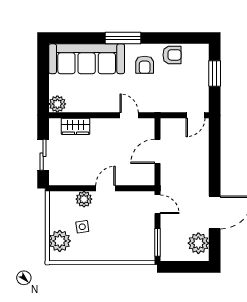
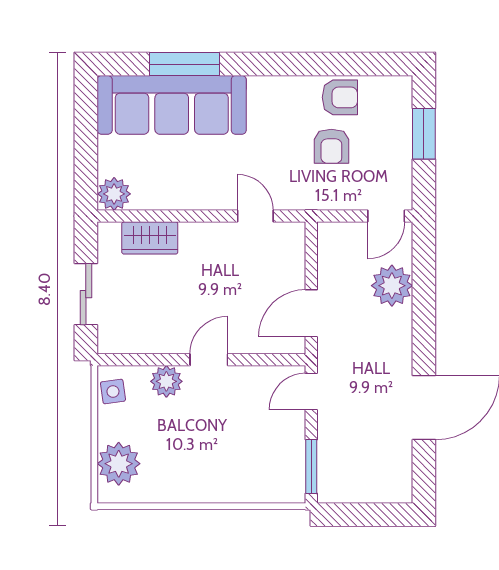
window: (123, 38) -> (185, 64), moved
armchair: (145, 65) -> (331, 146), moved
door: (157, 151) -> (311, 313), moved
door: (157, 204) -> (311, 391), swing flipped
side table: (82, 227) -> (113, 391), moved
plant: (198, 243) -> (392, 286), moved

